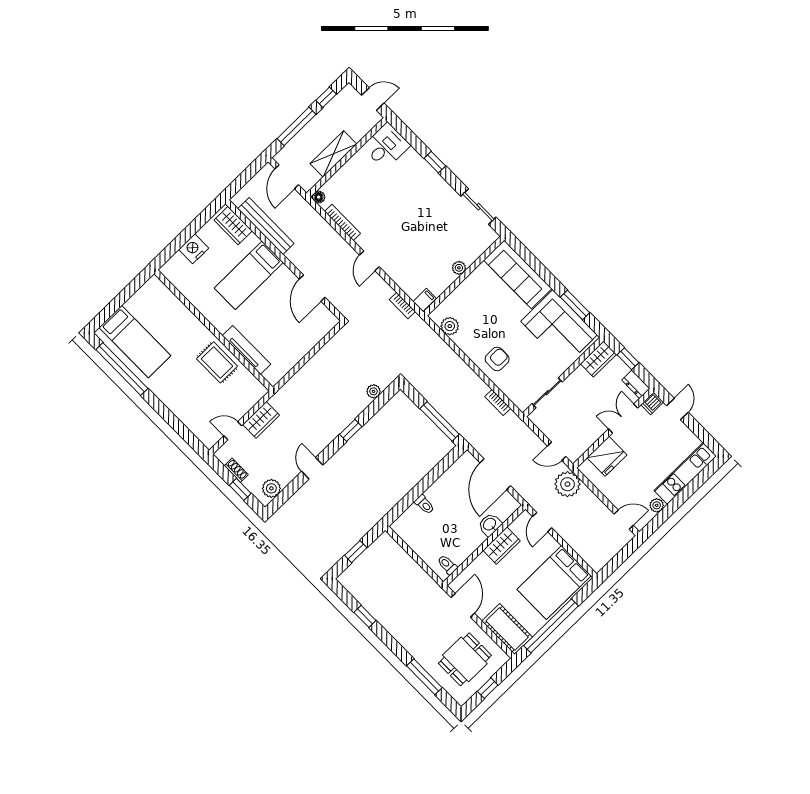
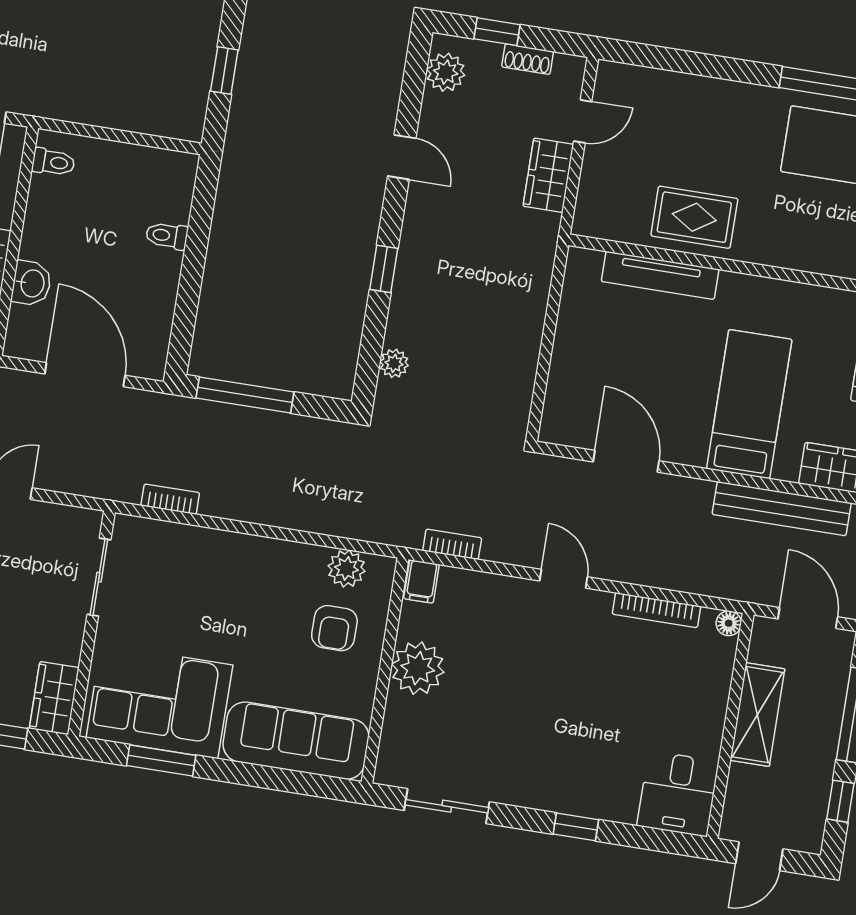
plant: (459, 268) -> (418, 668), width x1.87, depth x1.87
armchair: (497, 359) -> (334, 628), moved

